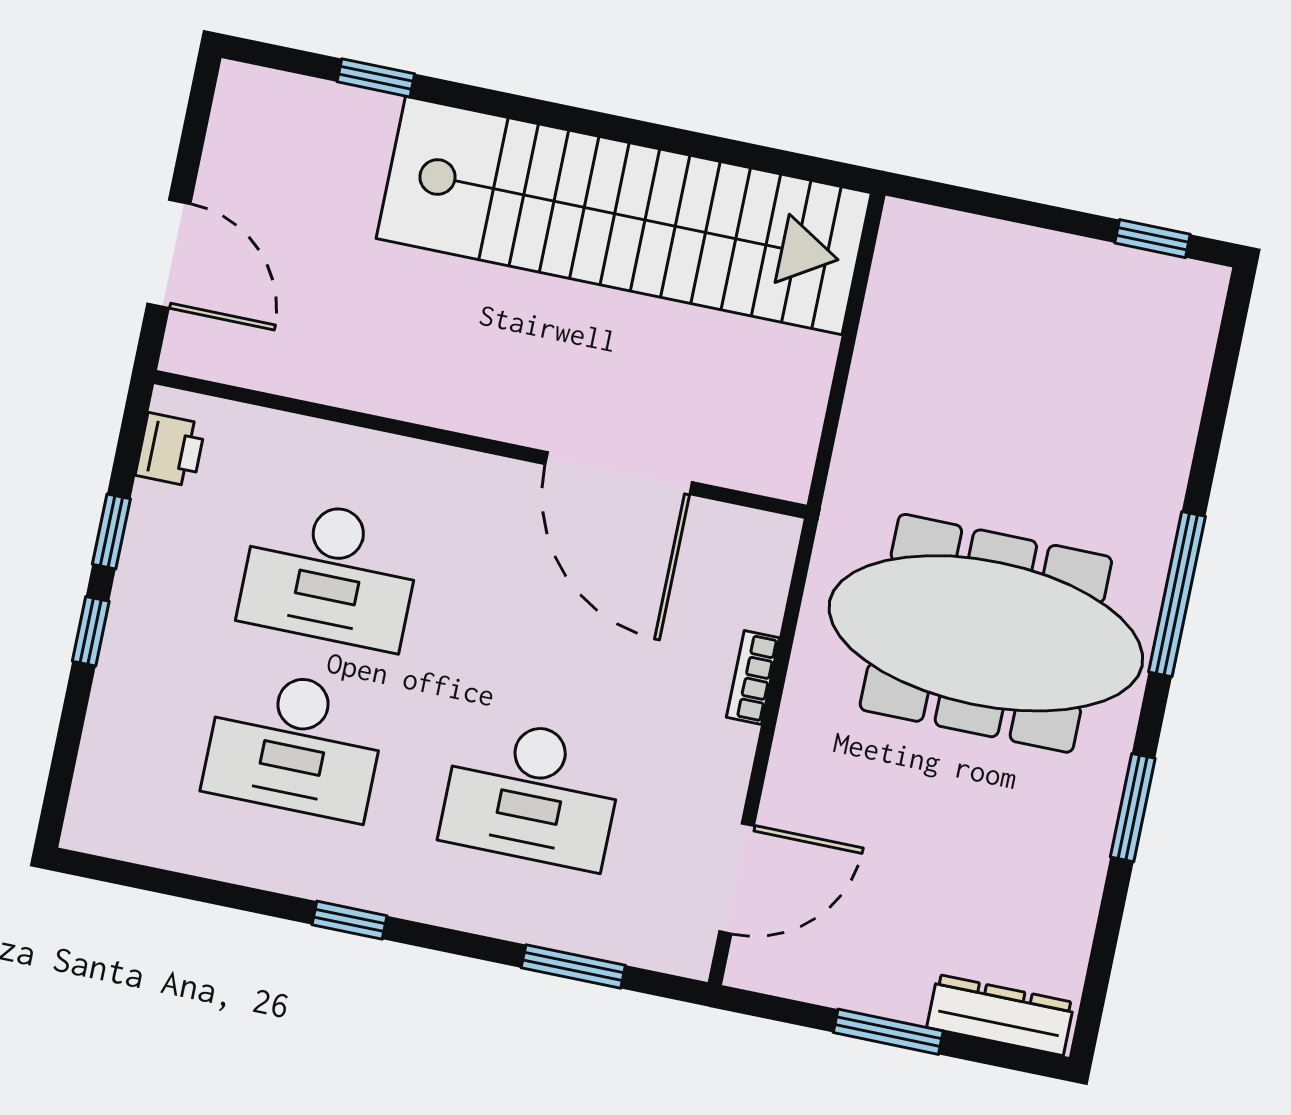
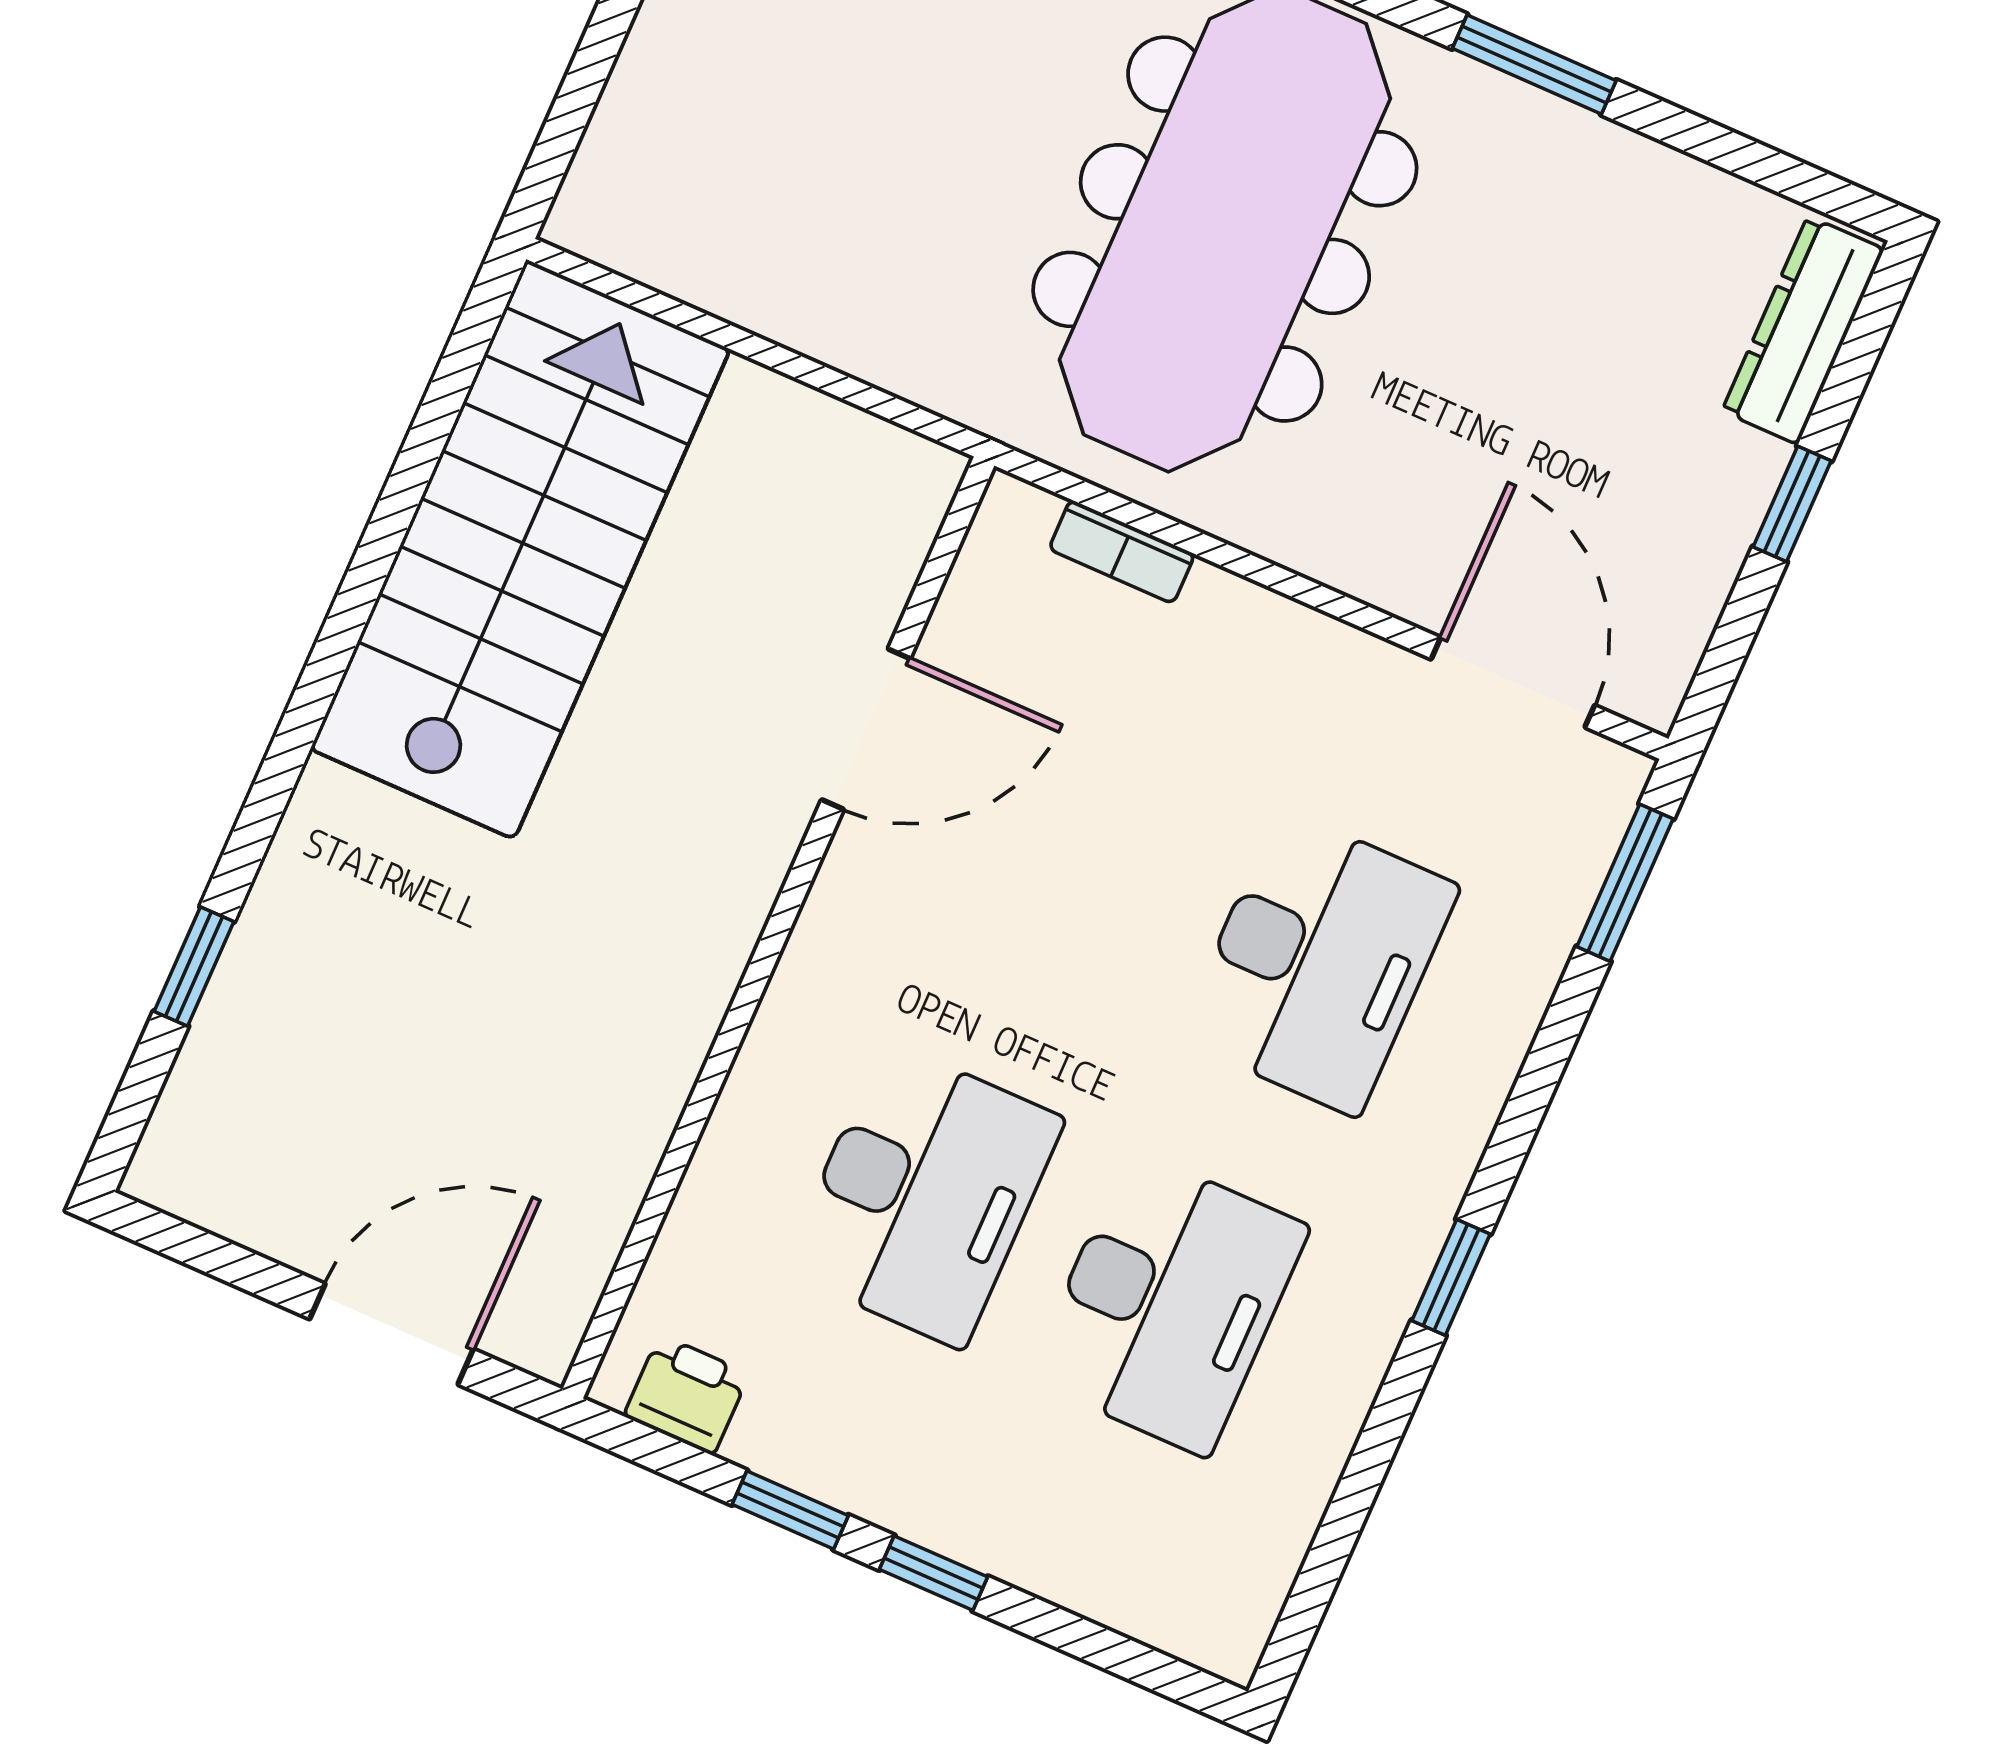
stairs: (624, 216) -> (520, 549), width x0.73
door: (619, 473) -> (866, 729), width x0.73
bookcase: (753, 677) -> (1122, 552), moved
window: (573, 967) -> (1625, 883), moved
window: (888, 1032) -> (1792, 504), width x0.67

